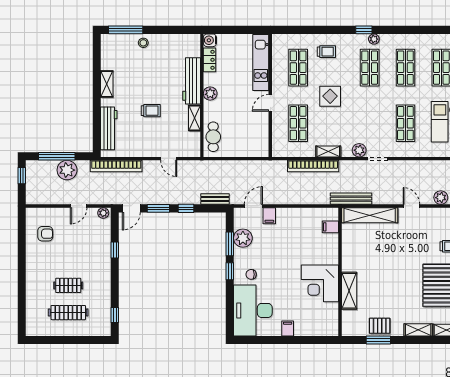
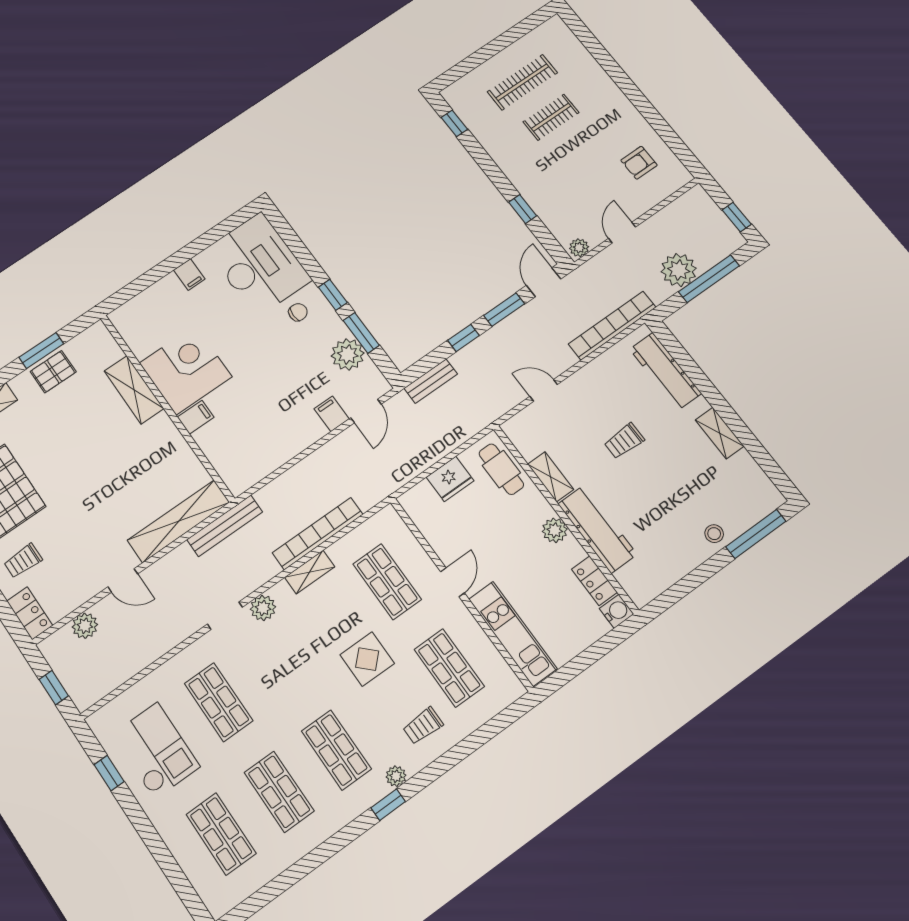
plant: (374, 39) -> (396, 776), moved
fridge: (239, 149) -> (450, 479), added
filing cabinet: (330, 227) -> (196, 417), moved

